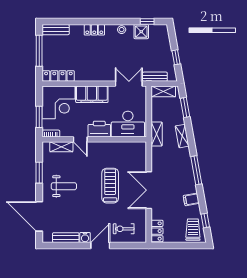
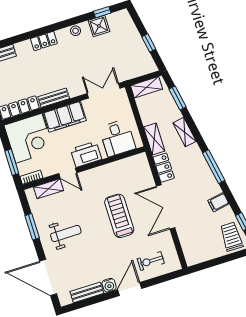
bench: (155, 77) -> (54, 98), moved
desk: (128, 124) -> (117, 138), width x0.73
locker: (157, 231) -> (164, 168), moved

